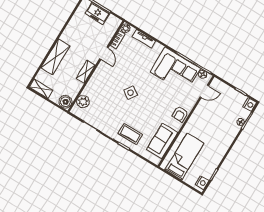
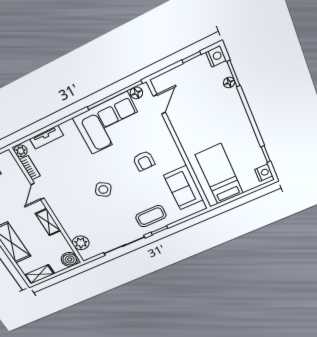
door: (104, 53) -> (38, 191), swing flipped
armchair: (180, 114) -> (144, 161), moved

